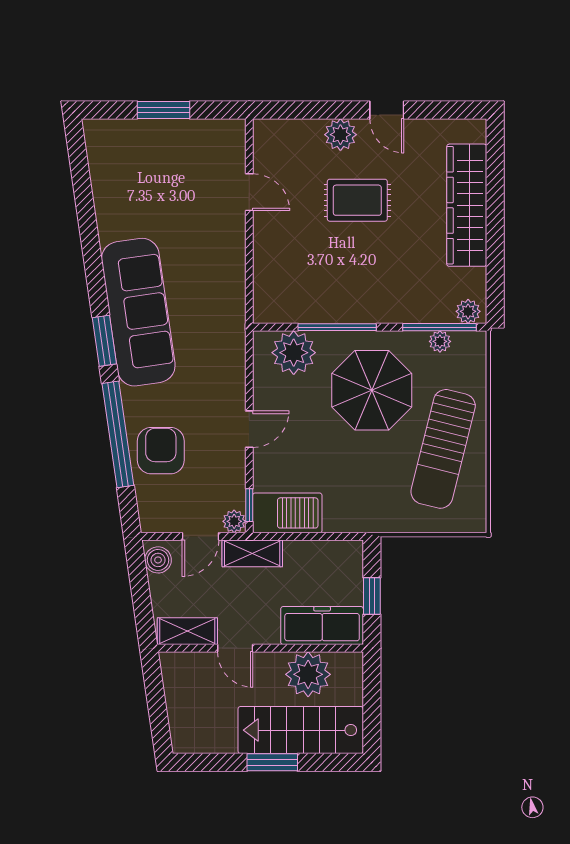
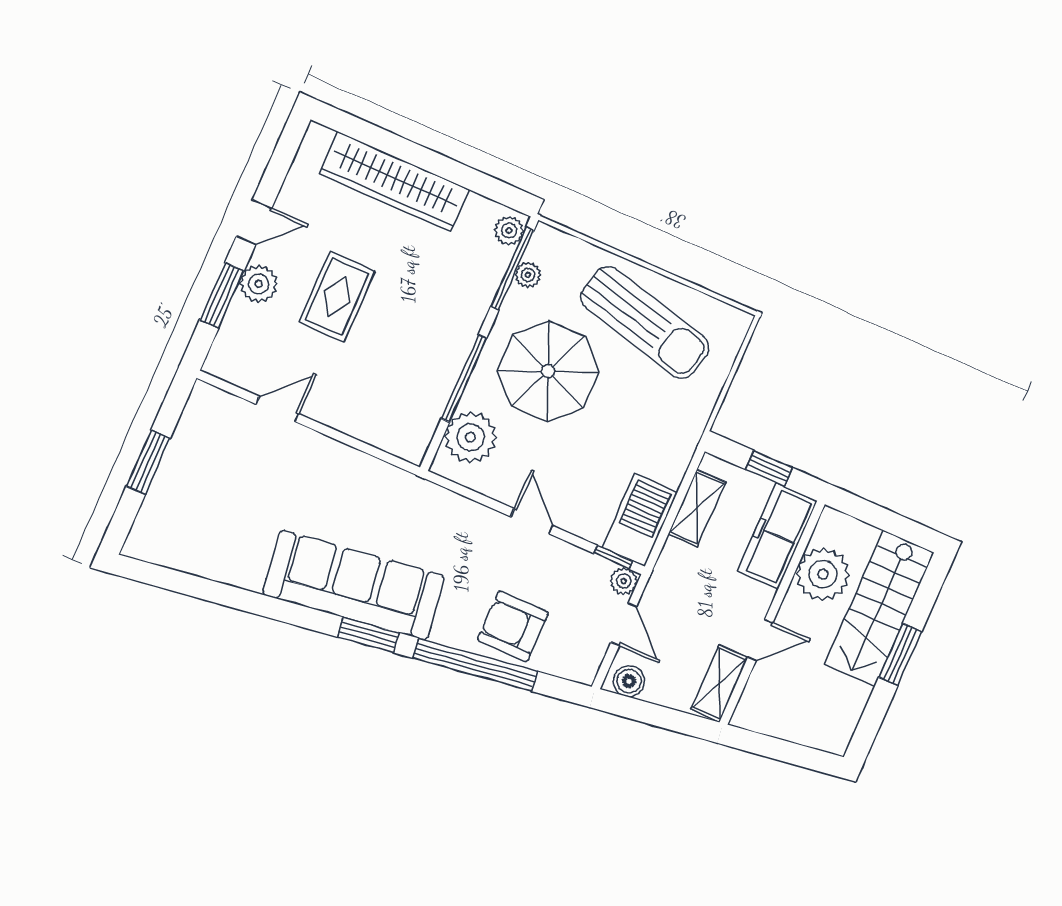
window: (319, 110) -> (222, 295), added
shelving: (252, 553) -> (697, 508), moved

